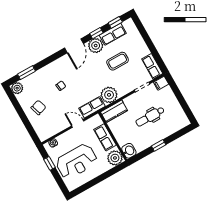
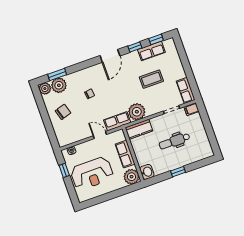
plant: (96, 46) -> (59, 85), moved

